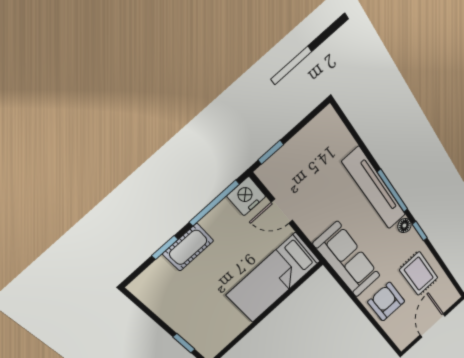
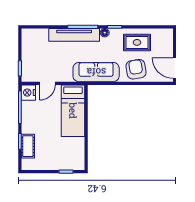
cot: (188, 247) -> (28, 146), moved
armchair: (386, 302) -> (136, 69), turned 81
door: (433, 325) -> (175, 68), moved

